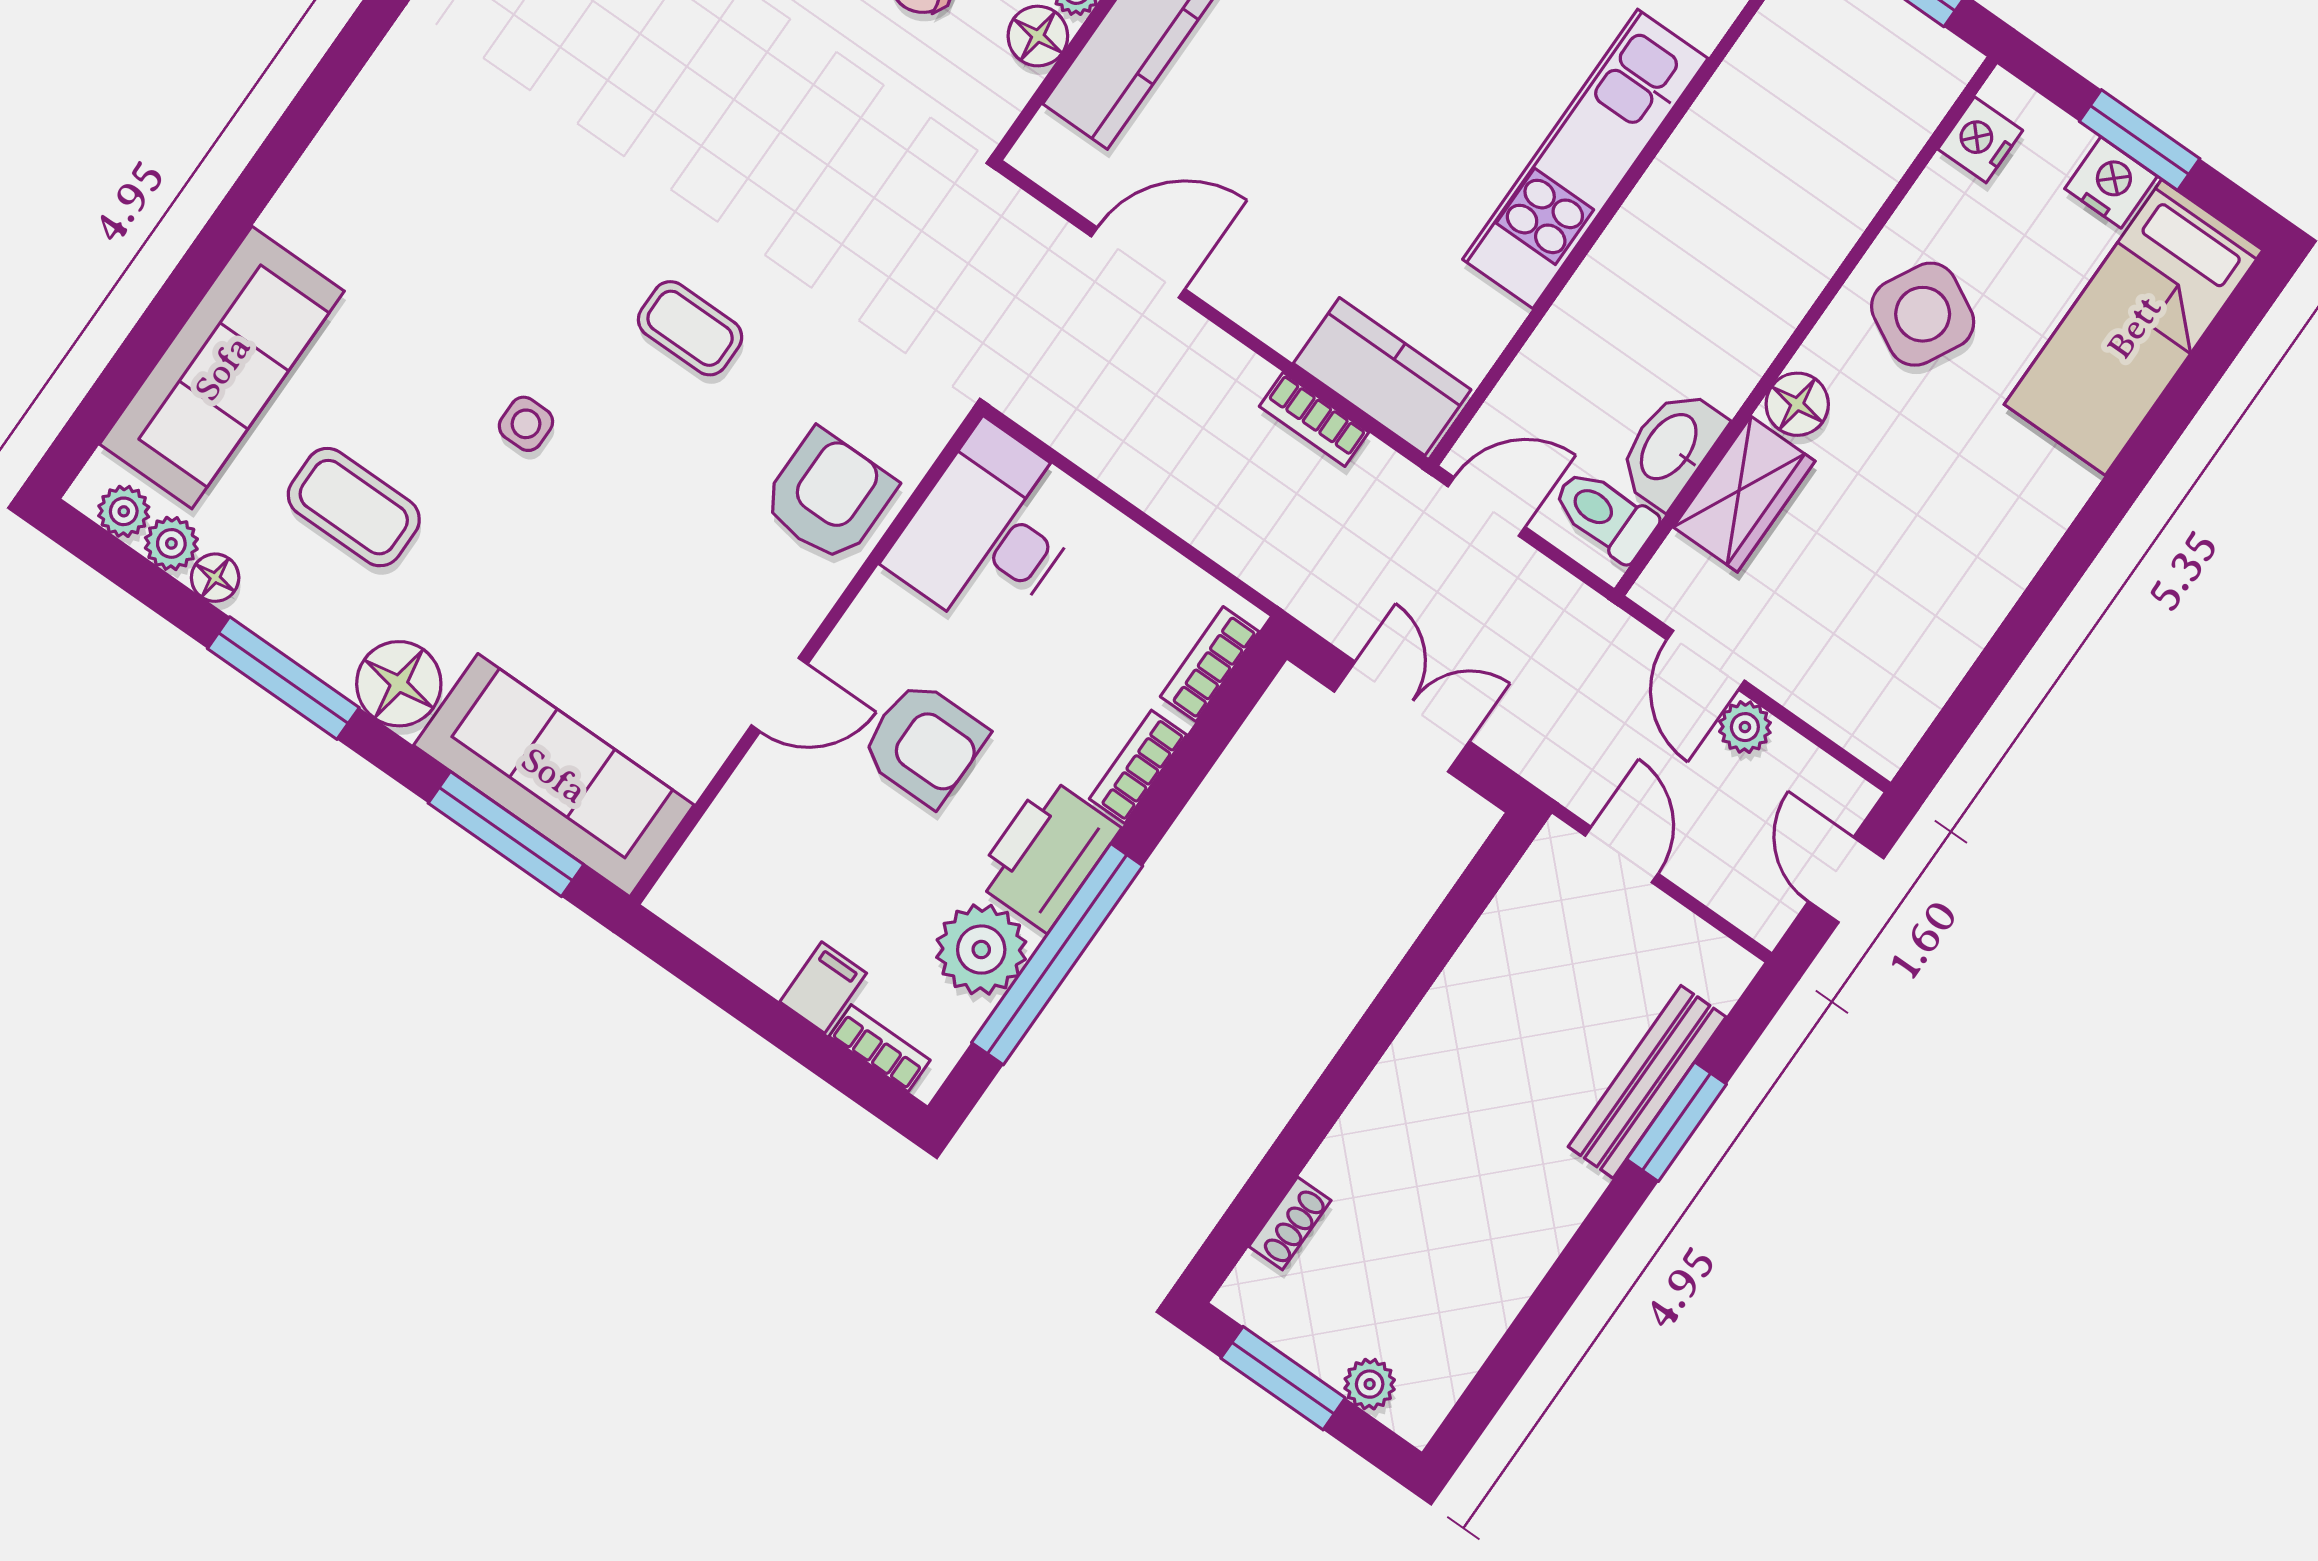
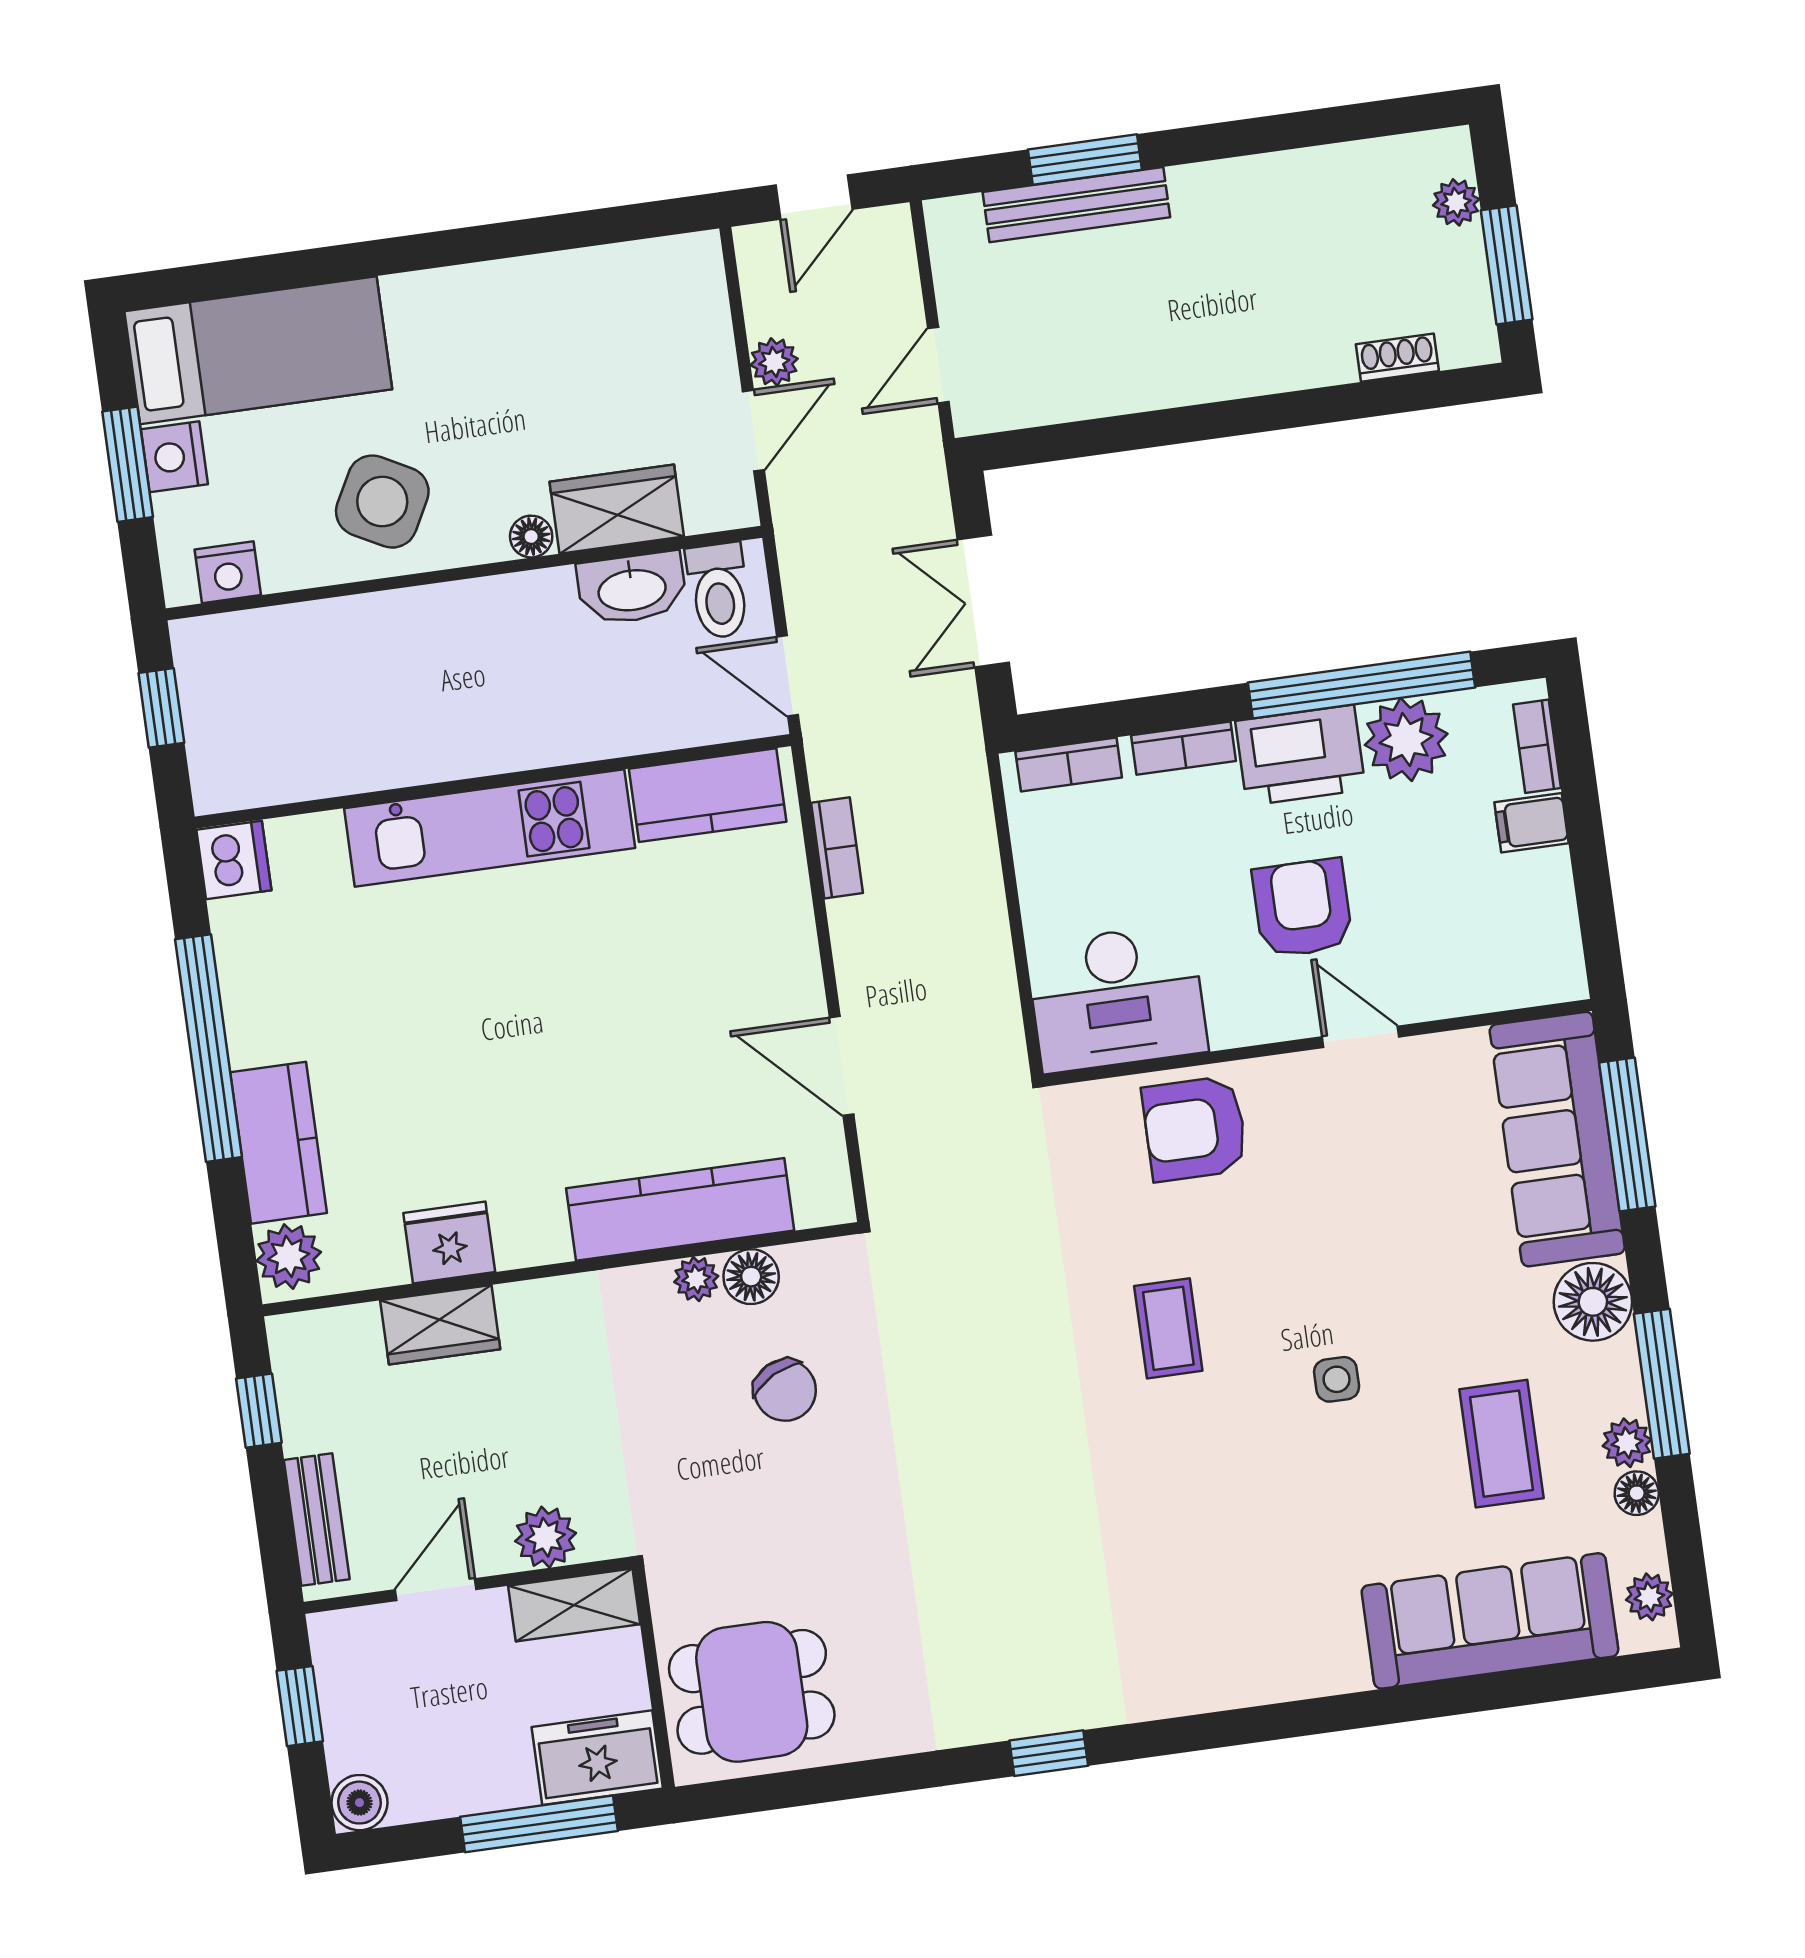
kitchen counter: (1382, 377) -> (708, 795), moved, turned -90
floor lamp: (1797, 404) -> (531, 537), width x0.73, depth x0.73
plant: (171, 543) -> (1627, 1443), moved

